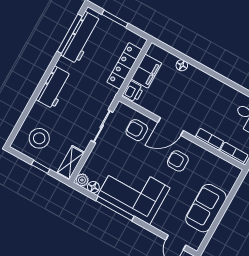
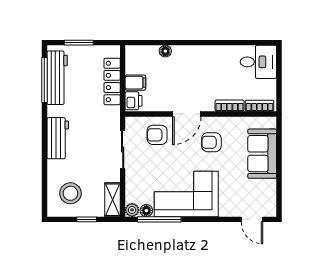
filing cabinet: (146, 71) -> (135, 83), width x0.50
sofa: (206, 208) -> (262, 154), moved
window: (115, 209) -> (159, 219), moved

